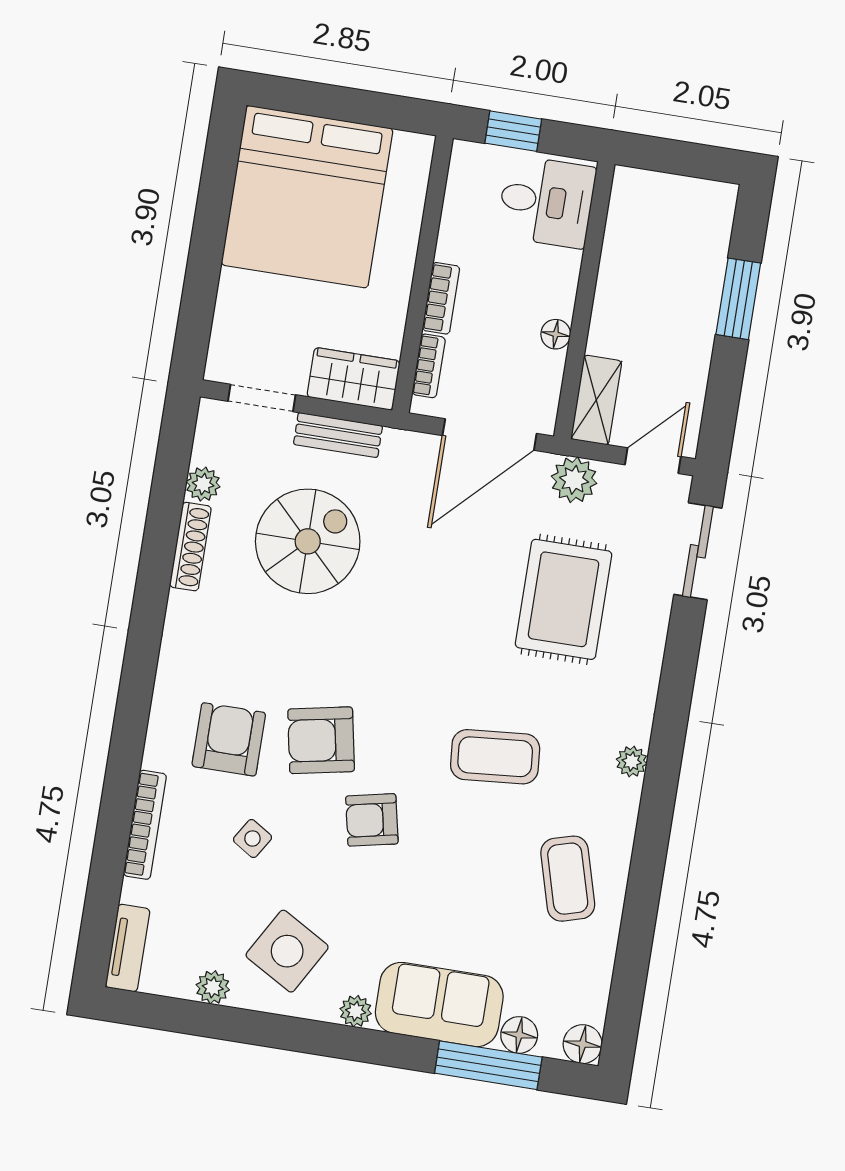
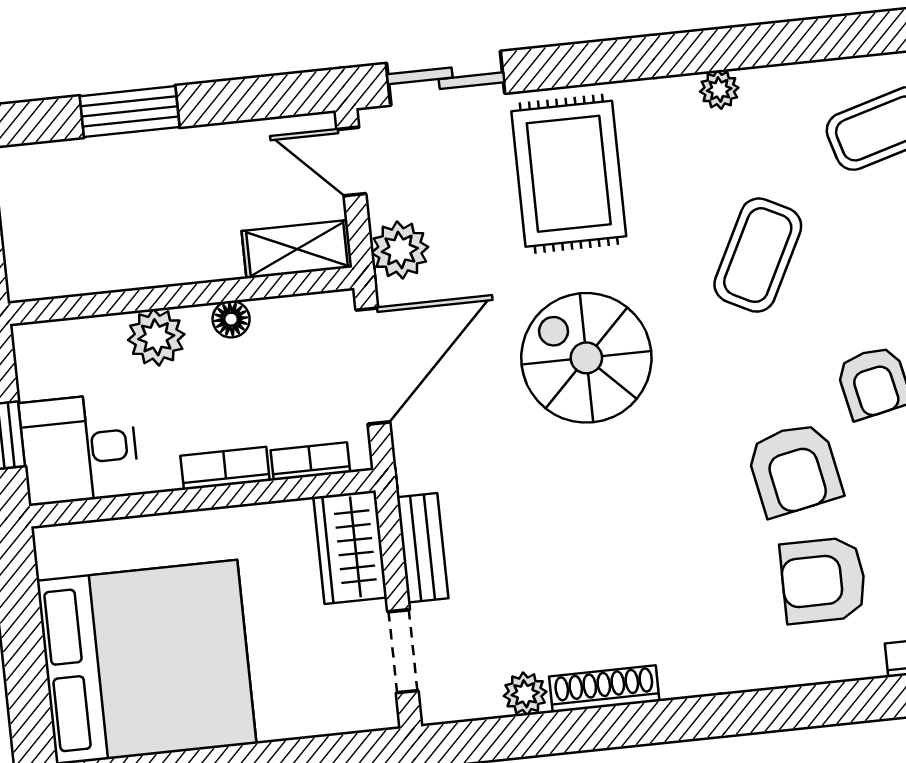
desk: (546, 202) -> (79, 449), moved, turned -90
plant: (557, 272) -> (156, 337), added
door: (490, 434) -> (373, 366), hinge flipped
spiral stairs: (308, 541) -> (586, 358), moved
rug: (564, 599) -> (569, 174), moved, turned 90
coffee table: (495, 757) -> (758, 255), turned 32

